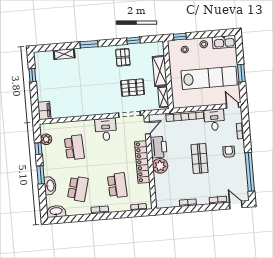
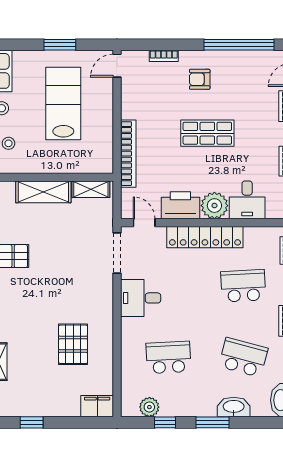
lab bench: (209, 78) -> (63, 104), width x0.73
pallet: (133, 88) -> (73, 344), moved
desk: (214, 120) -> (247, 200), moved, turned -90

